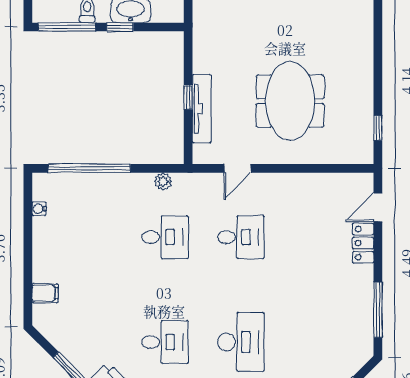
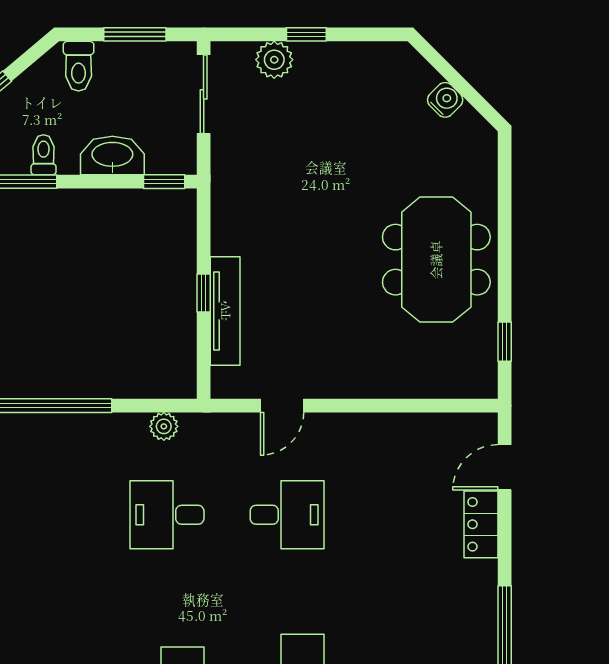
window: (120, 27) -> (164, 182), moved
meeting table: (290, 101) -> (436, 260), moved
desk: (165, 237) -> (167, 515), turned 180

